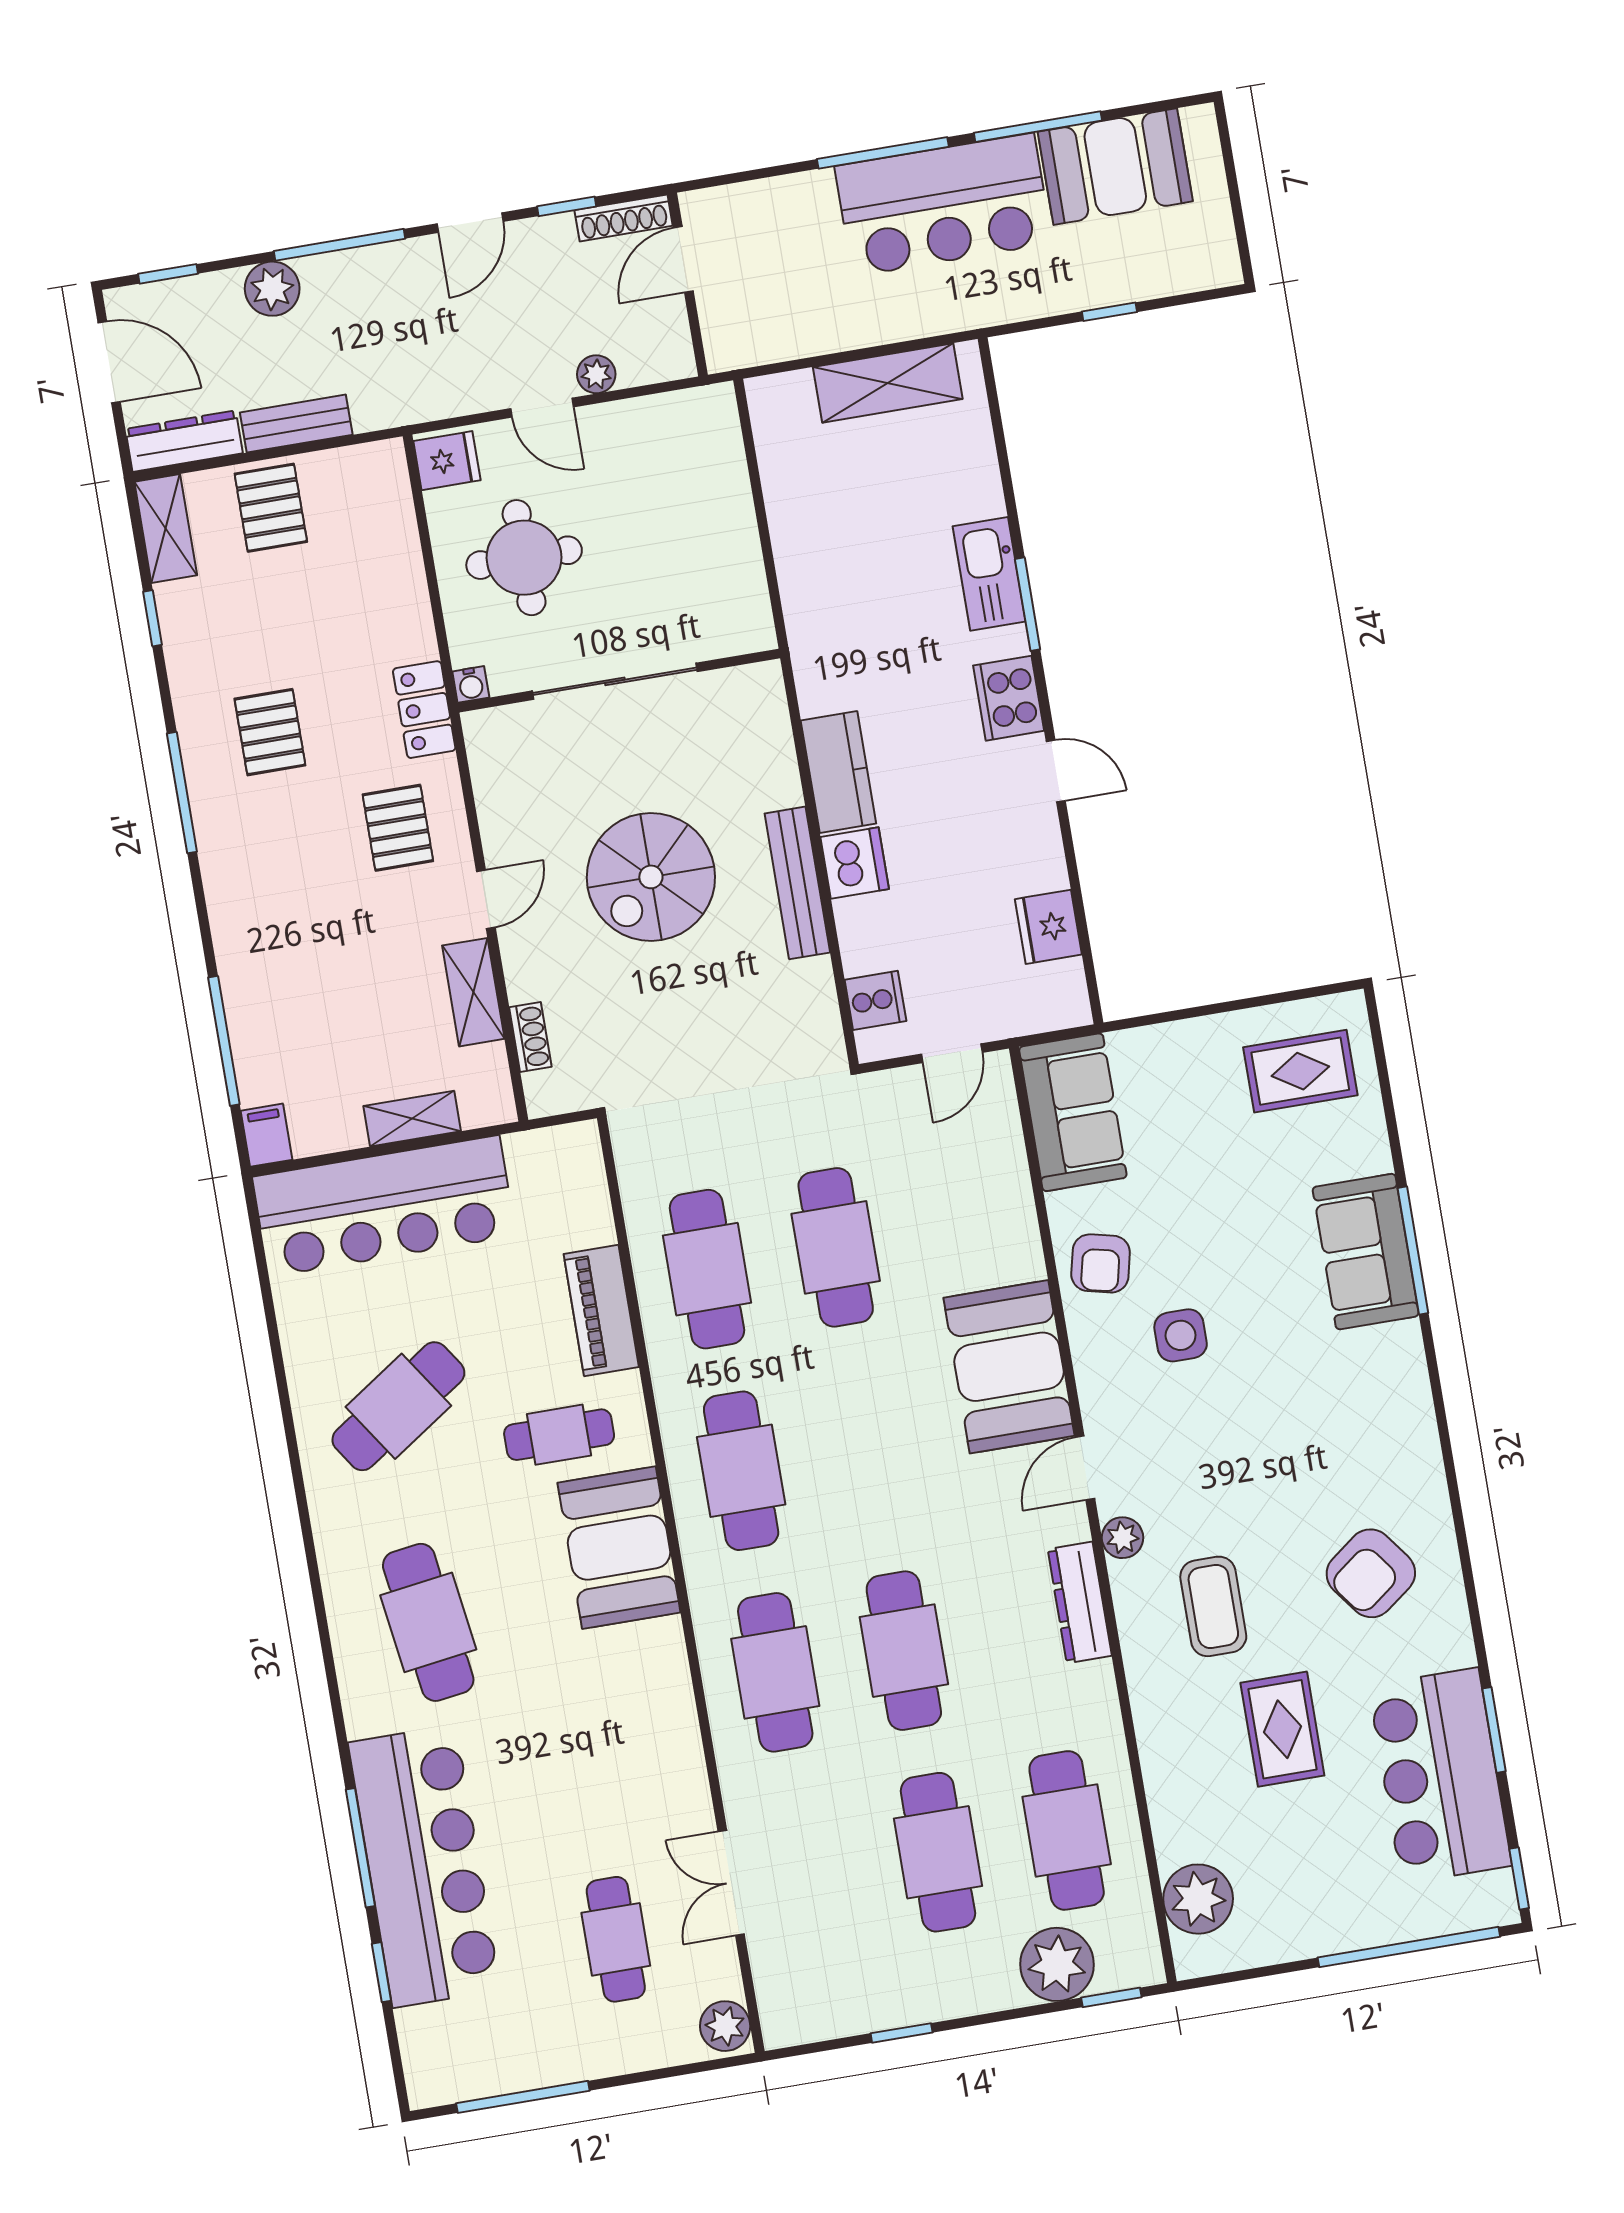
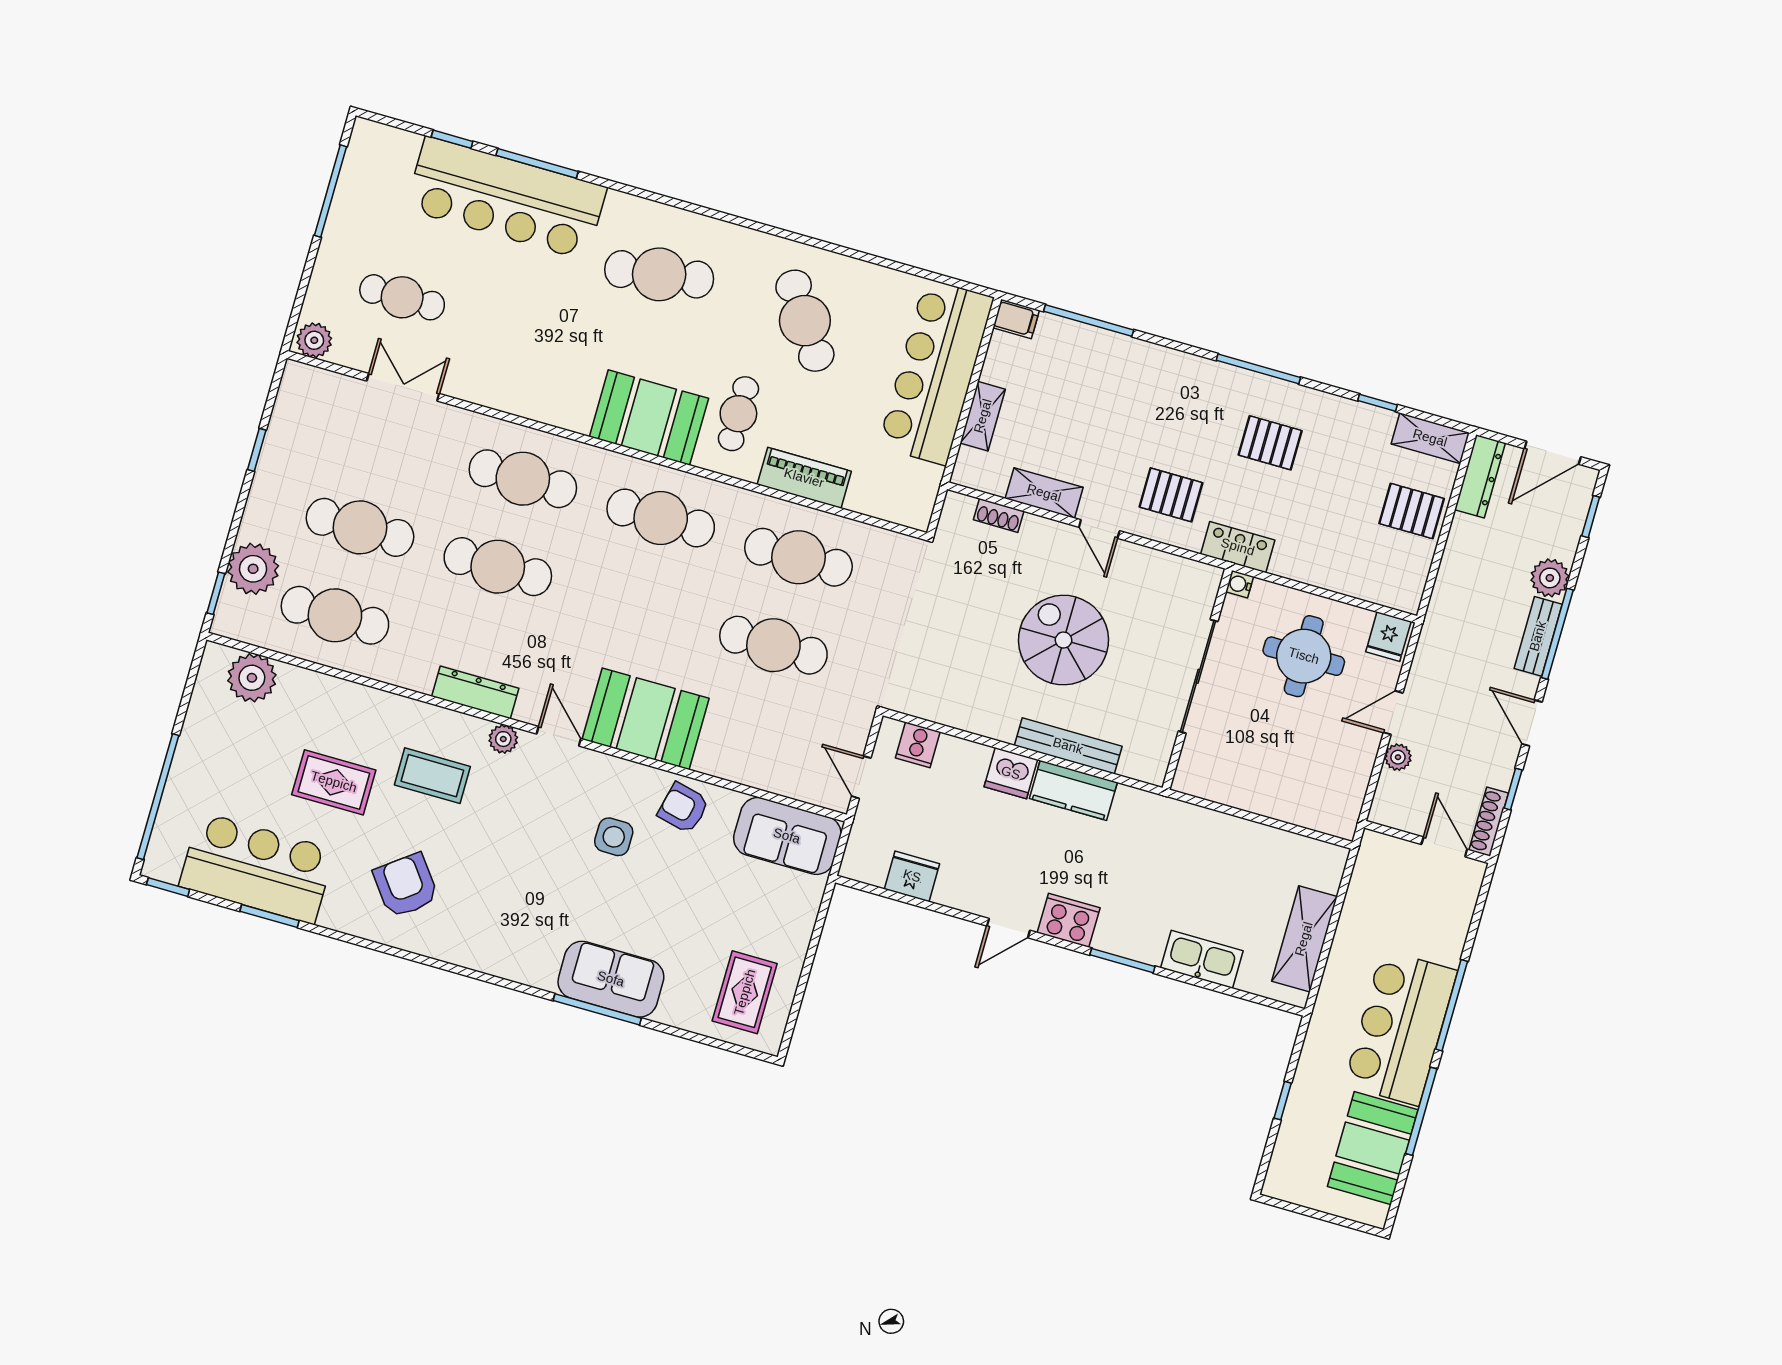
bench: (296, 424) -> (1538, 636), moved
kitchen sink: (989, 574) -> (1202, 959), moved
bench: (797, 883) -> (1068, 746), moved

